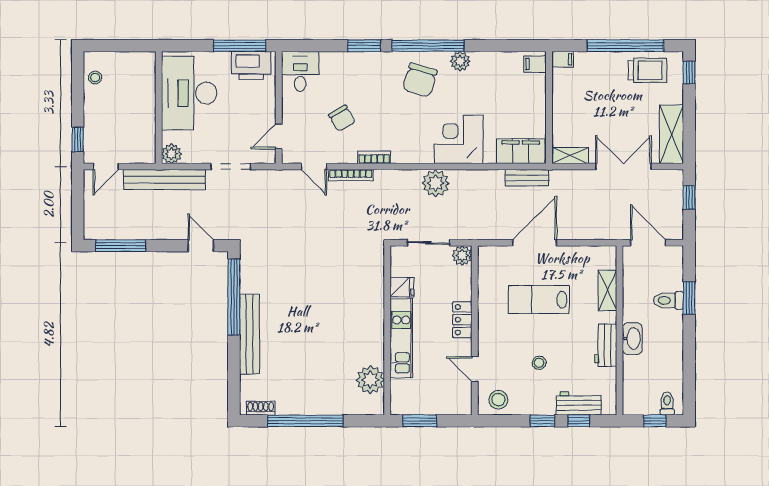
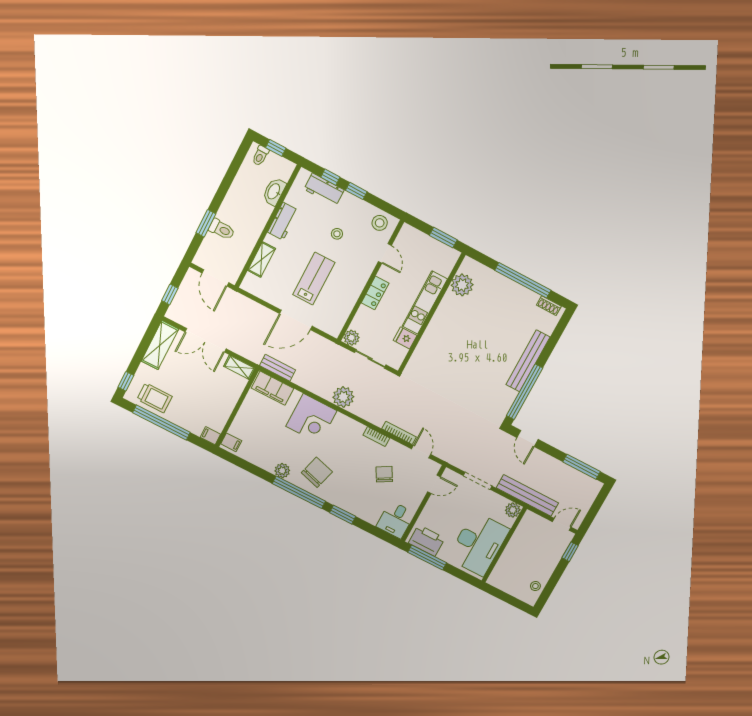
trolley: (647, 70) -> (155, 398), turned 180
lab bench: (539, 300) -> (314, 279), turned -90
washbasin: (632, 339) -> (274, 192), moved

